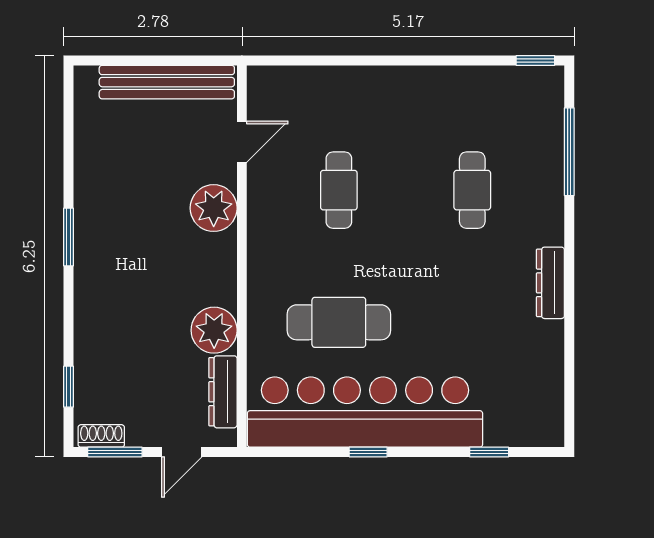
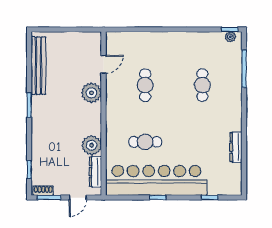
plant: (537, 77) -> (230, 37), added
bench: (167, 82) -> (38, 66), moved, turned 90
dresser: (550, 283) -> (236, 147), moved
cafe table: (339, 322) -> (145, 142), width x0.73, depth x0.74

